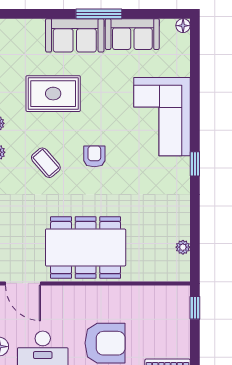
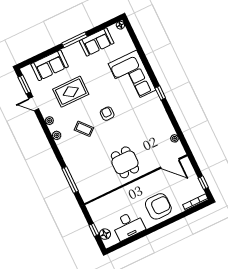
sofa: (75, 35) -> (50, 65), moved
dining table: (86, 248) -> (125, 162), width x0.53, depth x0.80
door: (23, 283) -> (170, 163), moved
window: (195, 308) -> (203, 183), moved

